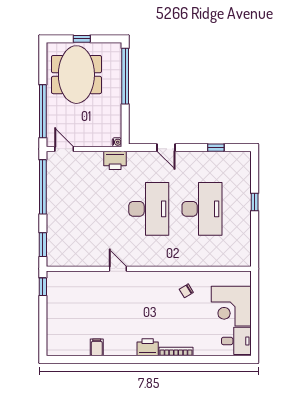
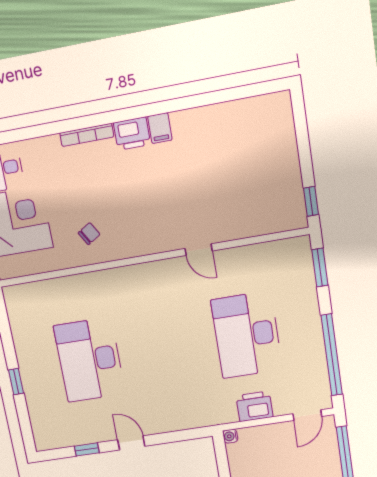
door: (166, 148) -> (131, 443), moved
door: (64, 149) -> (307, 415), hinge flipped
printer: (115, 160) -> (255, 406), moved
desk: (149, 209) -> (247, 335), moved
filing cabinet: (97, 347) -> (160, 128), moved

